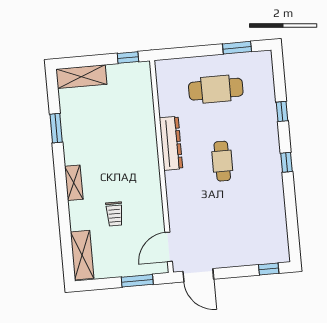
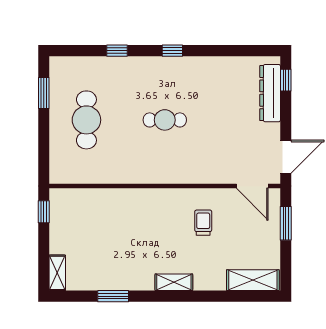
shelving: (81, 77) -> (57, 273), width x0.67, depth x0.75
dresser: (171, 143) -> (270, 93), moved, turned -90
trolley: (114, 214) -> (203, 223), moved, turned -90

